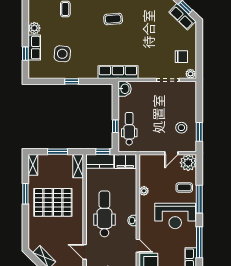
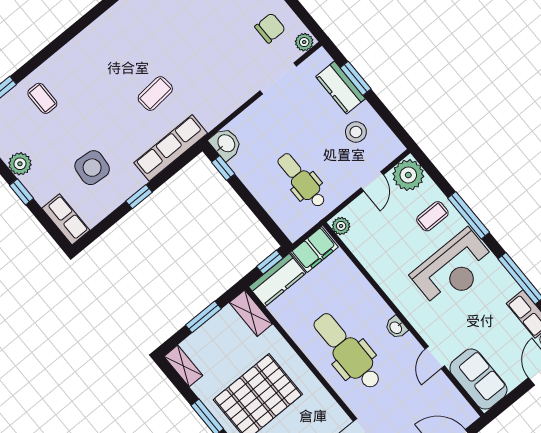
coffee table: (113, 19) -> (155, 94), moved
row of seats: (34, 48) -> (66, 219), moved
window: (25, 54) -> (22, 192), moved
row of seats: (118, 72) -> (171, 148), moved
kitchen counter: (190, 104) -> (341, 88), added
window: (115, 126) -> (223, 168), moved
dental chair: (129, 129) -> (302, 180), moved
window: (199, 132) -> (356, 78), moved
plant: (144, 191) -> (341, 226), moved
door: (138, 246) -> (435, 358), swing flipped

